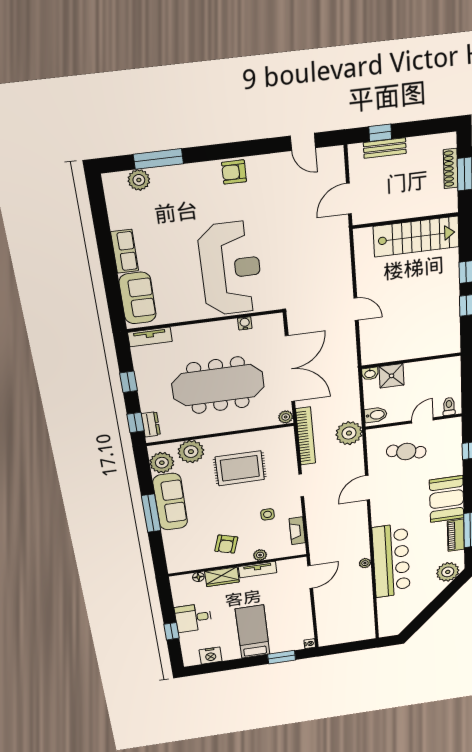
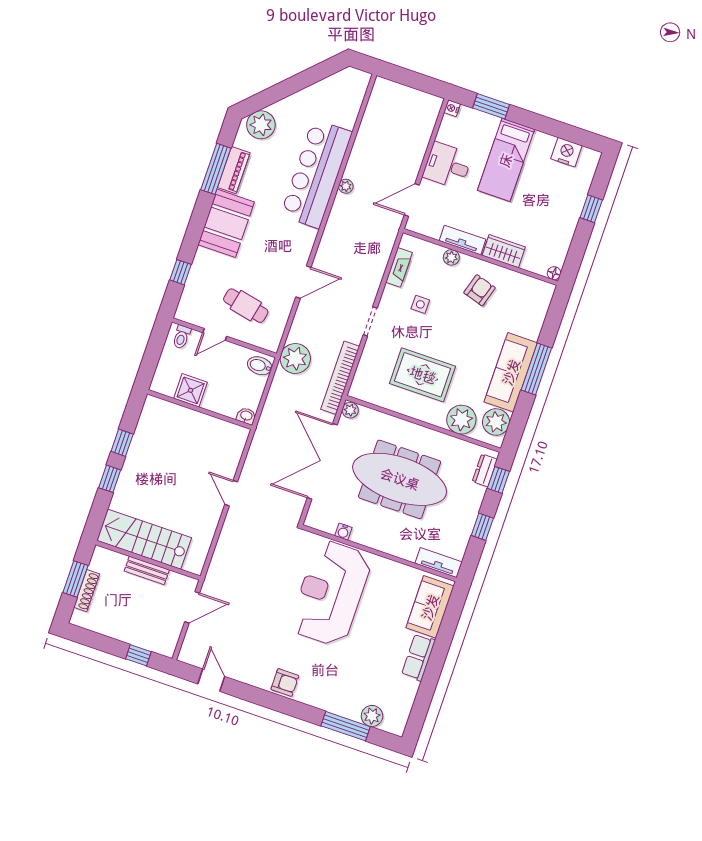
bench: (385, 148) -> (147, 570), moved
shower: (392, 376) -> (191, 390), moved
floor lamp: (198, 577) -> (554, 273), moved
desk: (193, 618) -> (447, 166), moved, turned 180

